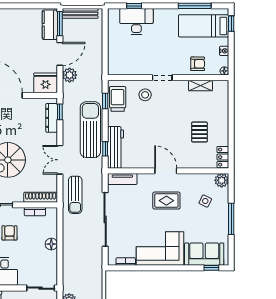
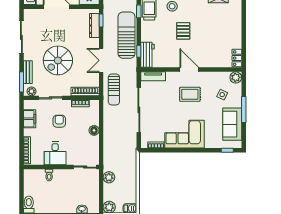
pallet: (199, 132) -> (183, 31), moved
workbench: (116, 147) -> (147, 55), width x0.73
sofa: (204, 254) -> (232, 124), moved, turned -90

